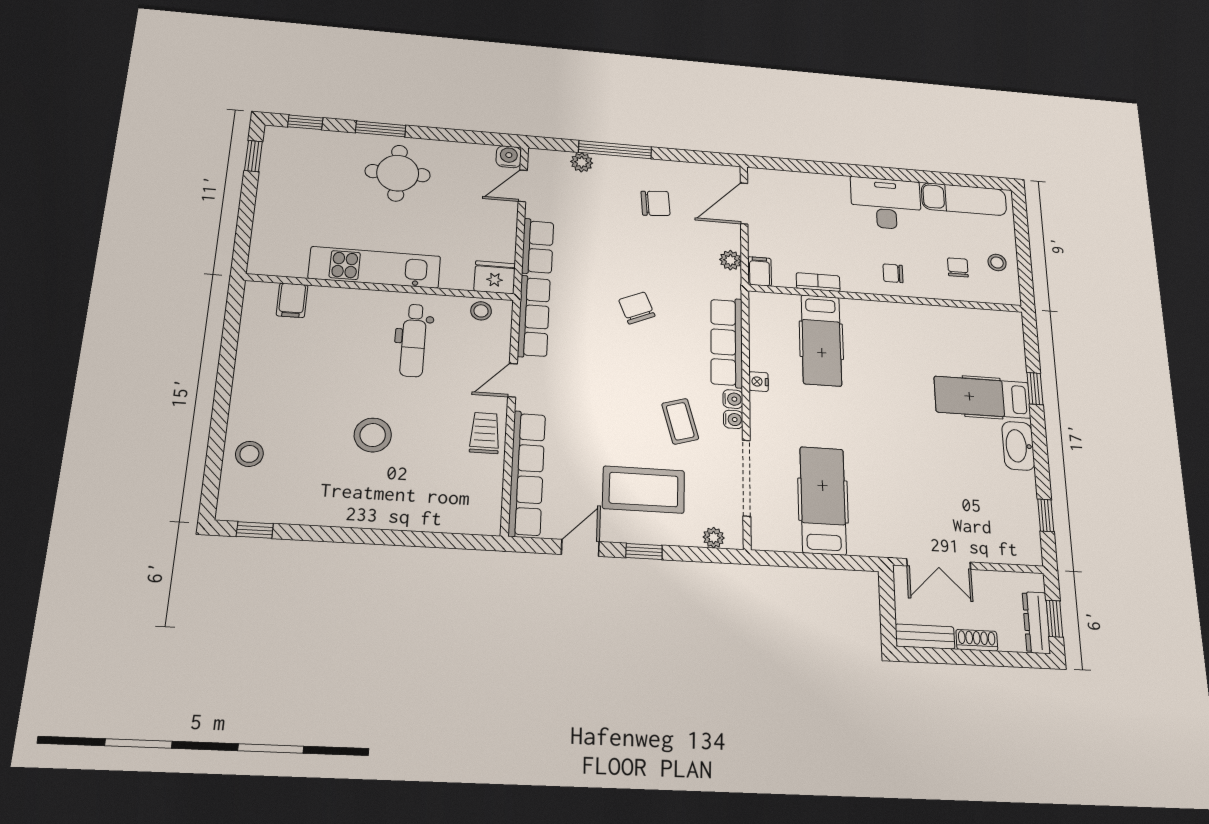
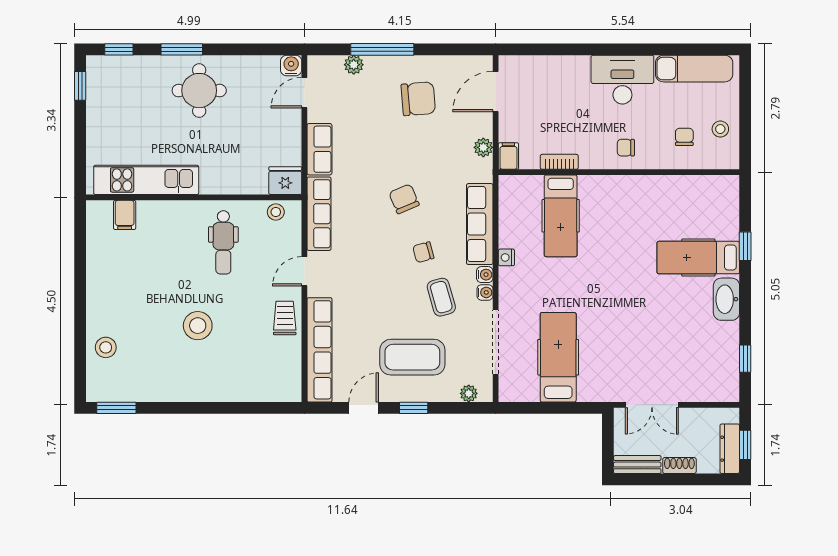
chair: (655, 203) -> (418, 99), width x1.37, depth x1.37
kitchen unit: (375, 267) -> (146, 180), moved
chair: (659, 369) -> (423, 252), added
window: (255, 530) -> (116, 408), width x1.50

